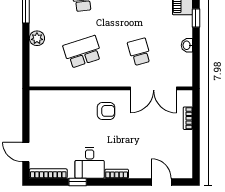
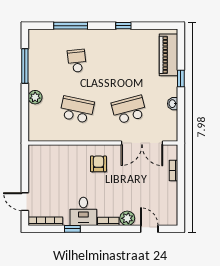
school desk: (83, 52) -> (77, 110), turned 30
school desk: (139, 52) -> (129, 110), width x1.85
armchair: (106, 111) -> (98, 164), turned -90
plant: (137, 170) -> (127, 218), added

